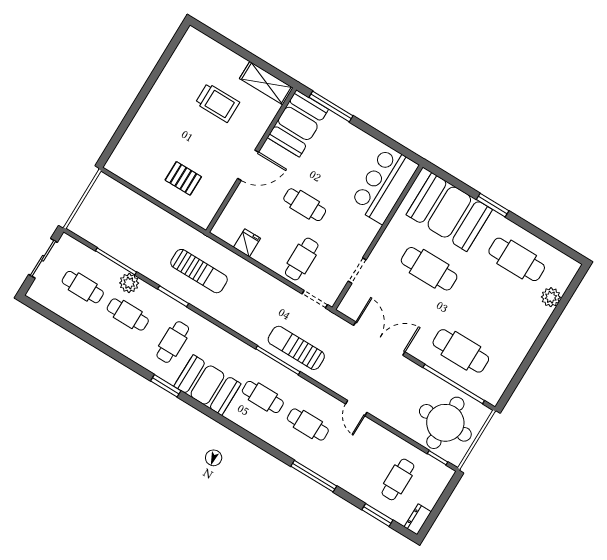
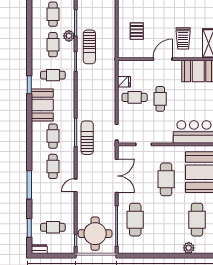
trolley: (217, 103) -> (183, 38), moved
door: (248, 165) -> (163, 59), swing flipped
cafe table: (302, 259) -> (135, 97), moved
sun lounger: (199, 271) -> (89, 47), moved

